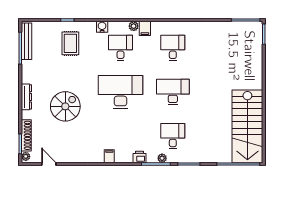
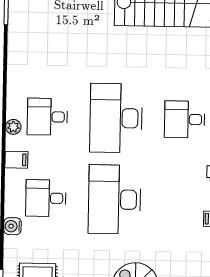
plant: (134, 26) -> (13, 127), moved
desk: (173, 92) -> (116, 118), width x1.36, depth x1.30

